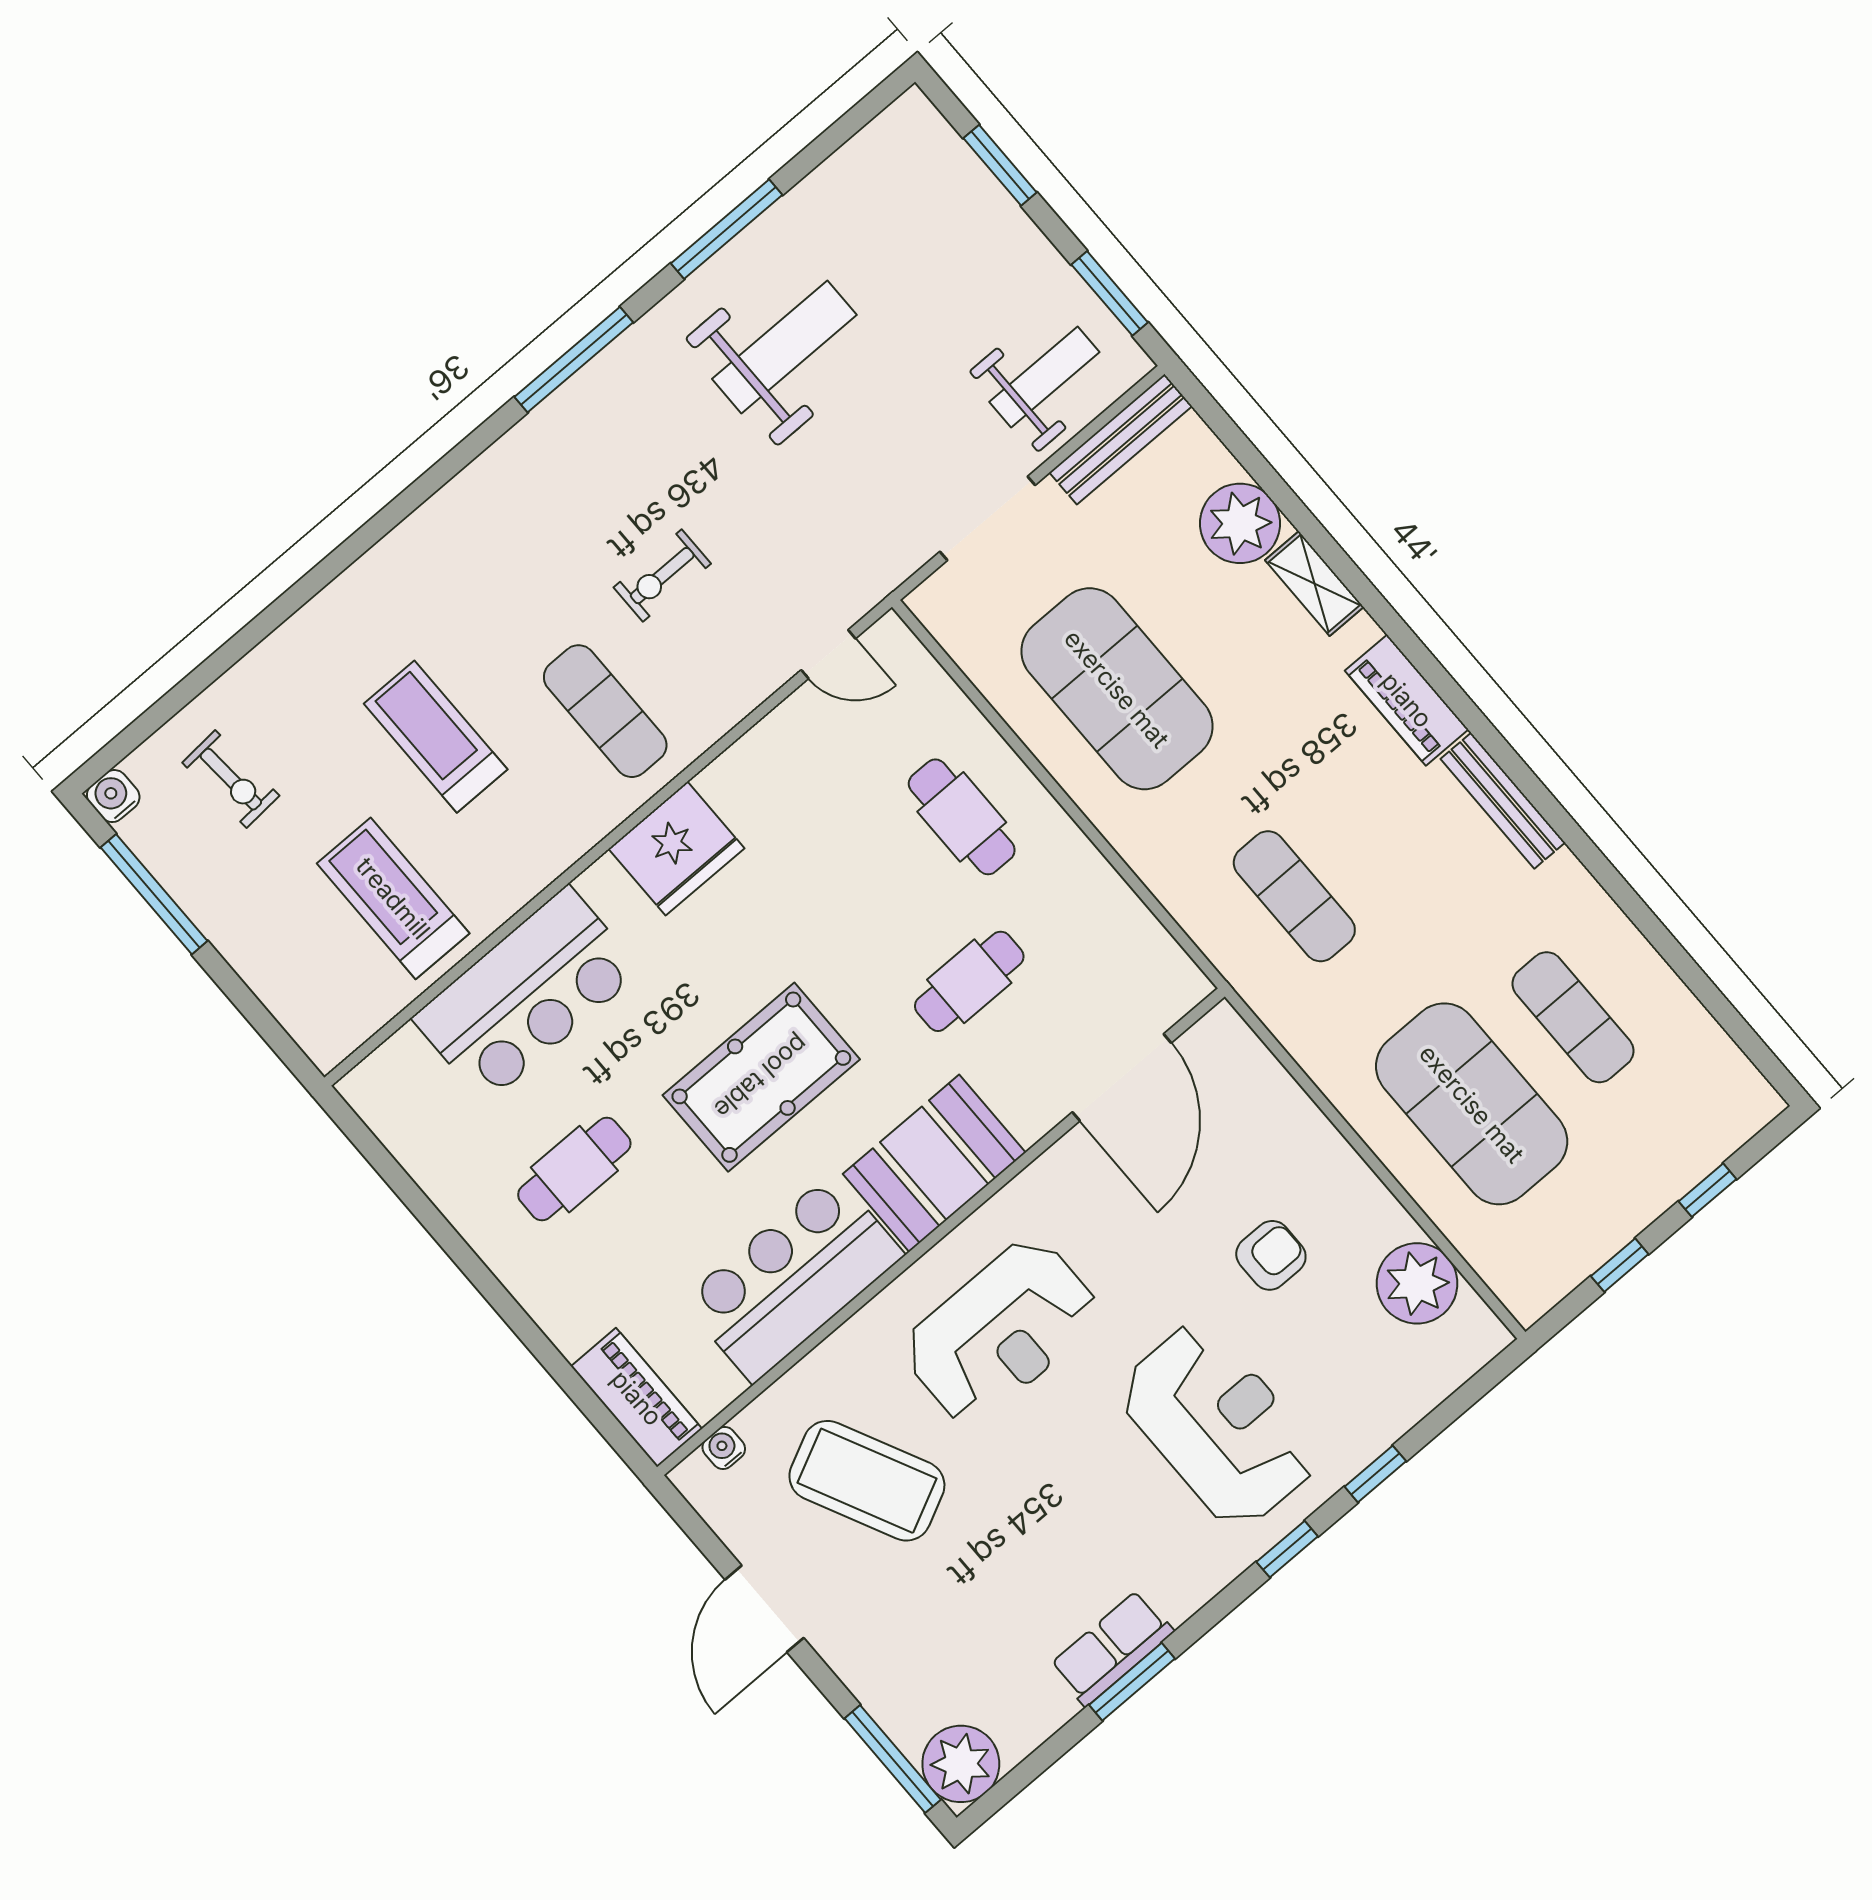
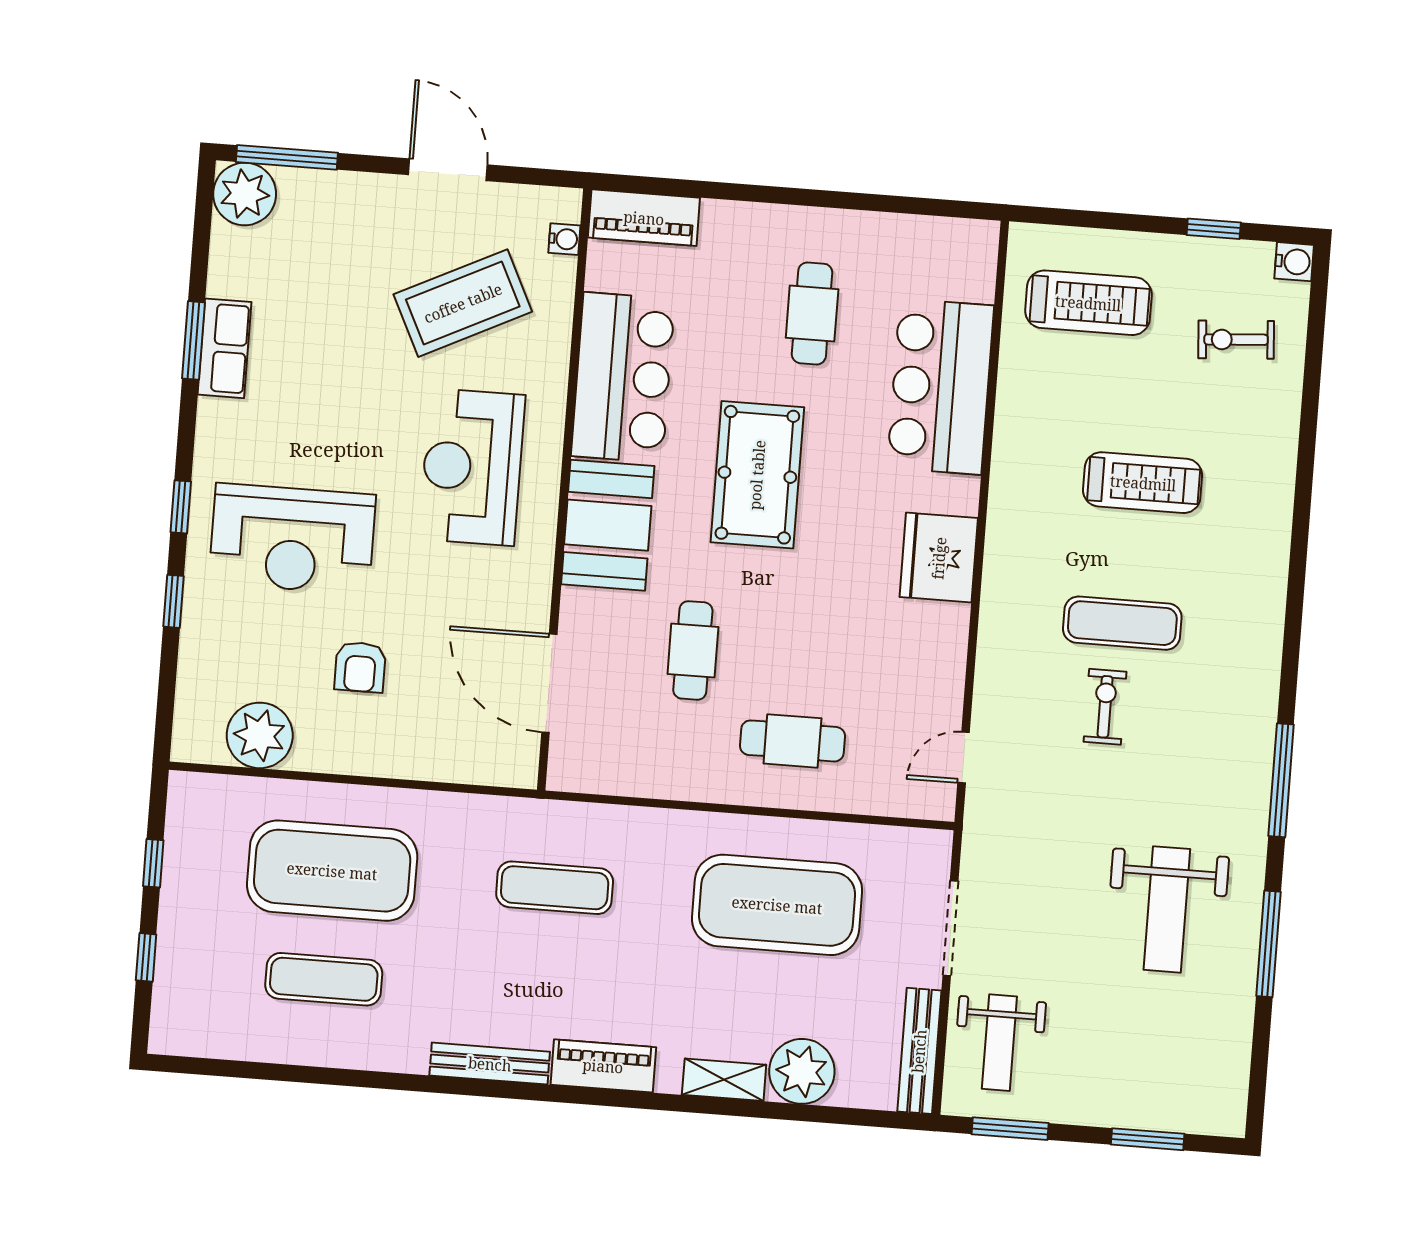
exercise mat: (605, 711) -> (1122, 623), moved
window: (154, 894) -> (1214, 229), width x0.46
treadmill: (393, 898) -> (1088, 303), moved

